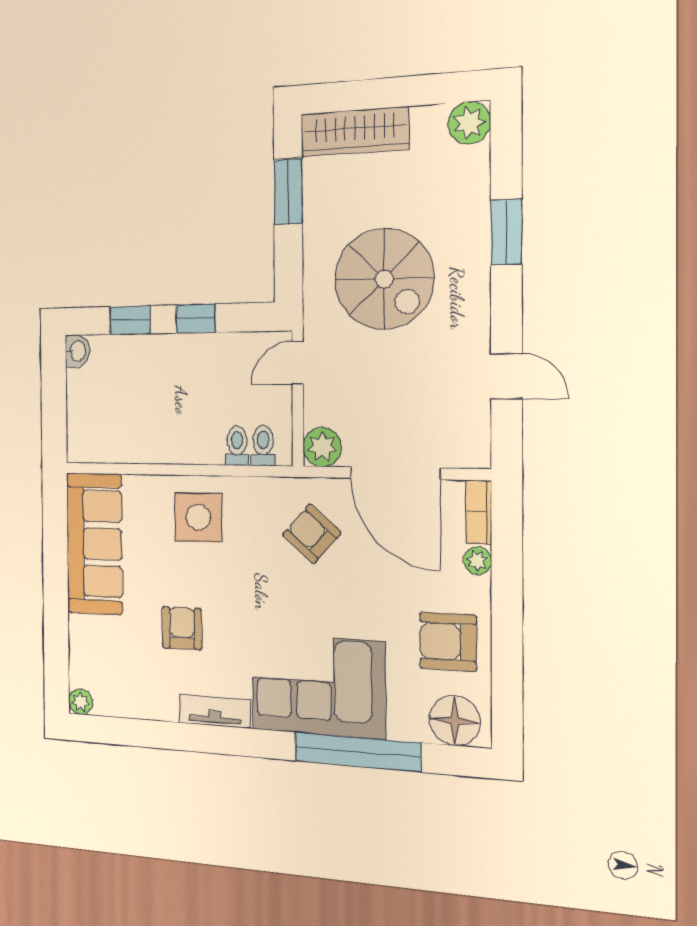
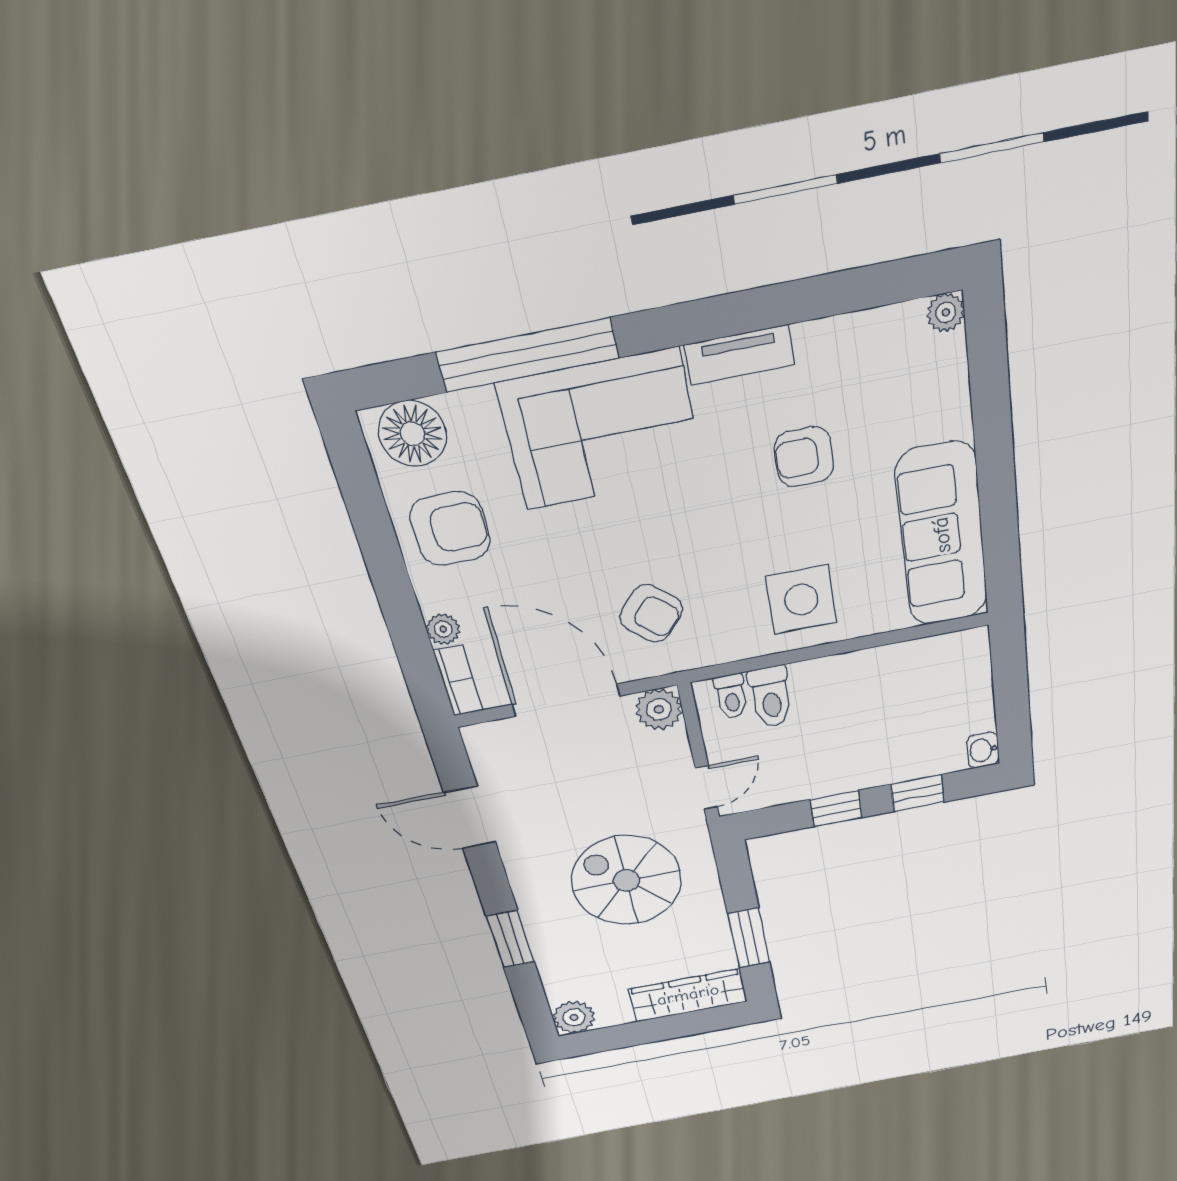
door: (507, 376) -> (470, 818), width x1.38
toilet: (237, 446) -> (771, 697), width x1.37, depth x1.39
armchair: (182, 628) -> (804, 457), turned 90

